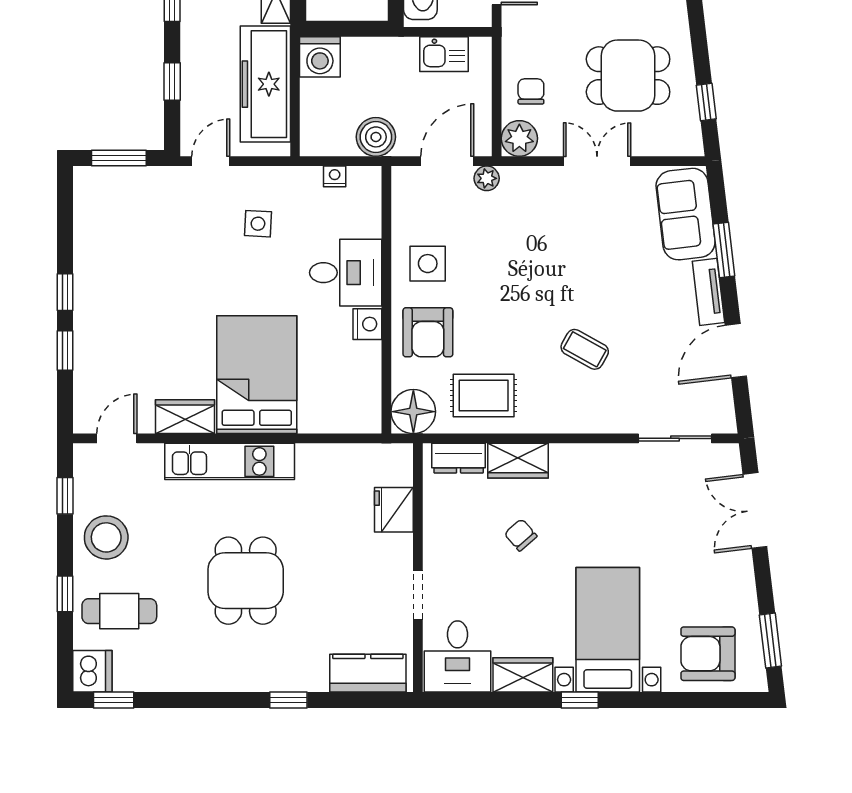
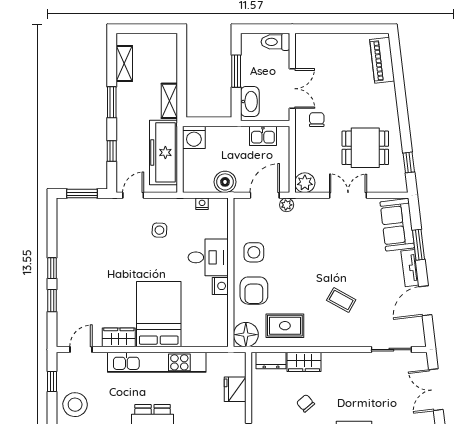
chair: (531, 91) -> (317, 120), moved
kitchen unit: (230, 461) -> (157, 362), width x1.36

